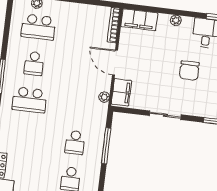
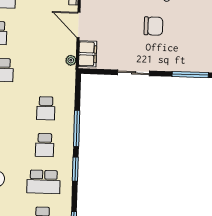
chair: (189, 71) -> (153, 26), turned -90
window: (106, 146) -> (77, 128), moved

